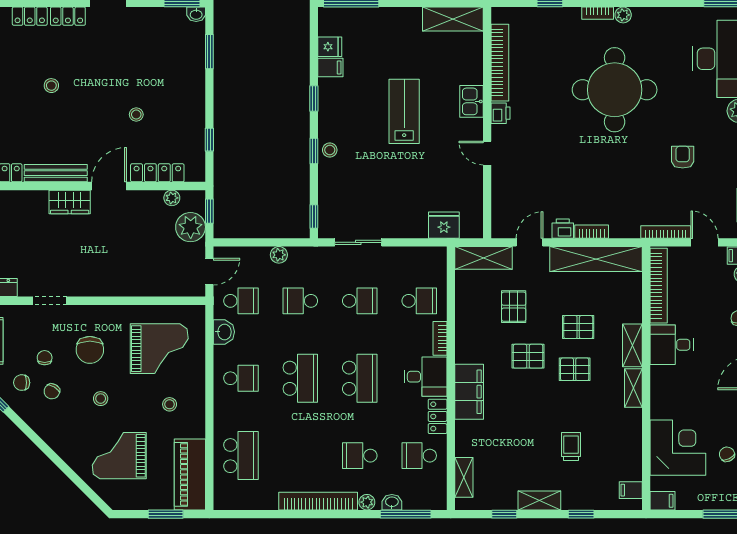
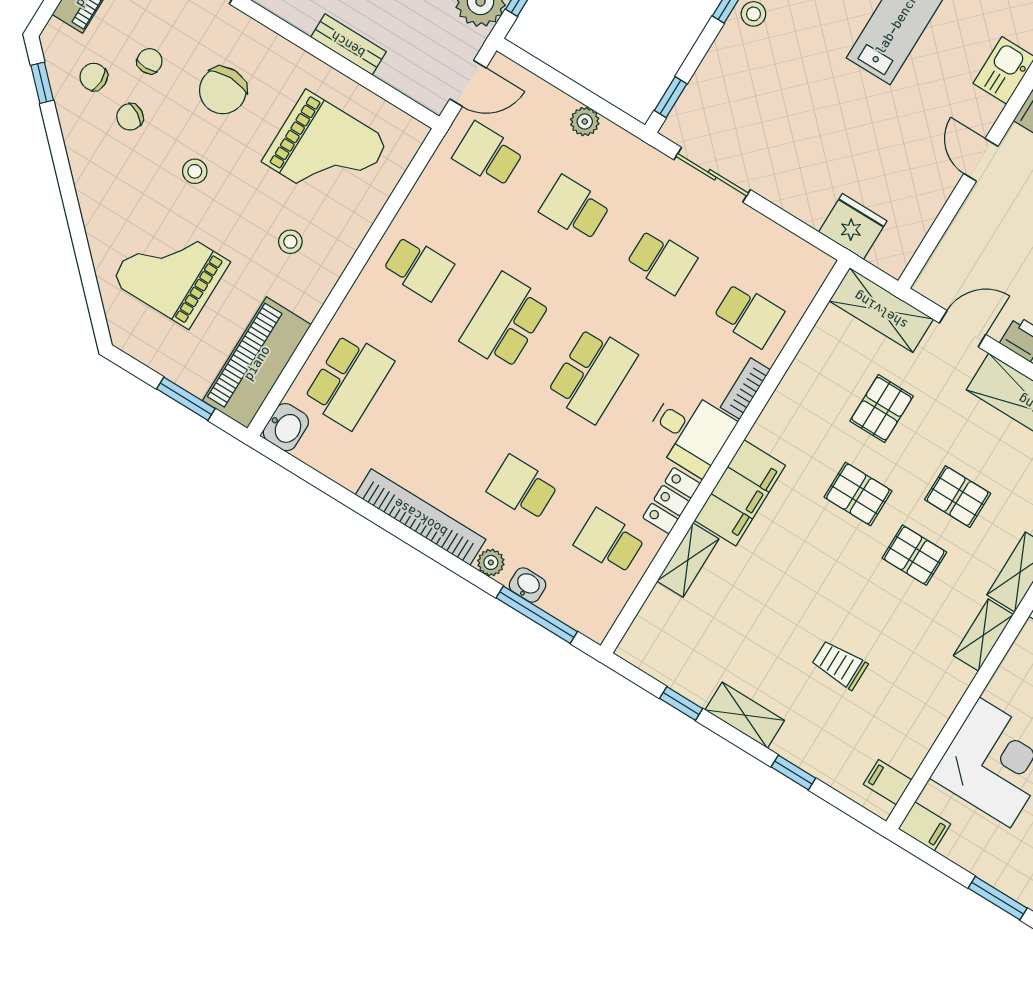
bench: (138, 289) -> (348, 44), added
school desk: (241, 301) -> (488, 155), turned 180
washbasin: (224, 332) -> (286, 427), moved
school desk: (300, 378) -> (505, 321), turned 180
trolley: (571, 447) -> (840, 665), turned -90
shelving: (464, 477) -> (688, 560), moved

